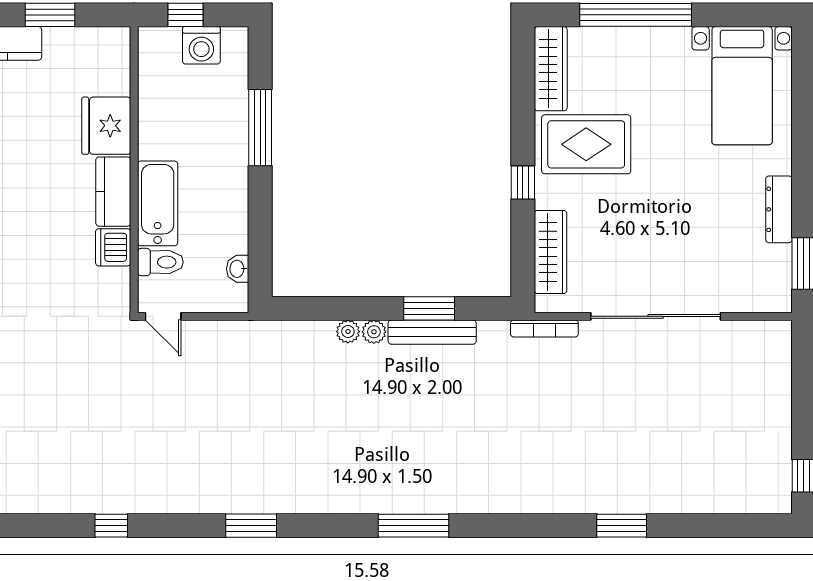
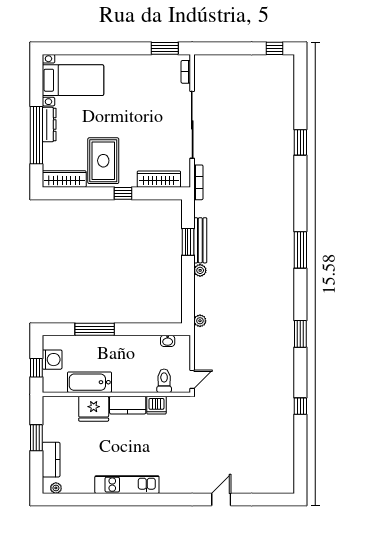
bathtub: (158, 203) -> (90, 382), moved
dresser: (779, 209) -> (49, 125), moved, turned -90
bookcase: (758, 304) -> (186, 72), added
plant: (348, 332) -> (200, 321), moved

